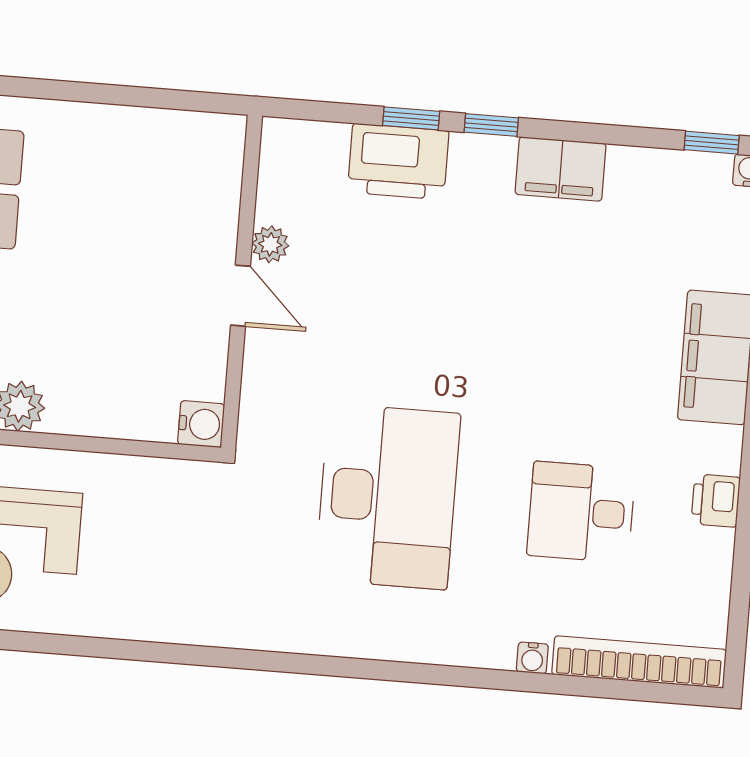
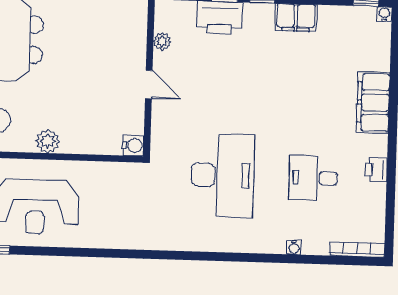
plant: (270, 244) -> (162, 41), moved
bookcase: (639, 662) -> (357, 250), width x0.68, depth x0.76

